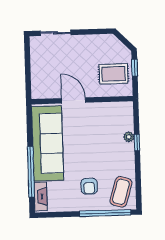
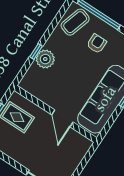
plant: (129, 137) -> (45, 59), width x1.88, depth x1.88

